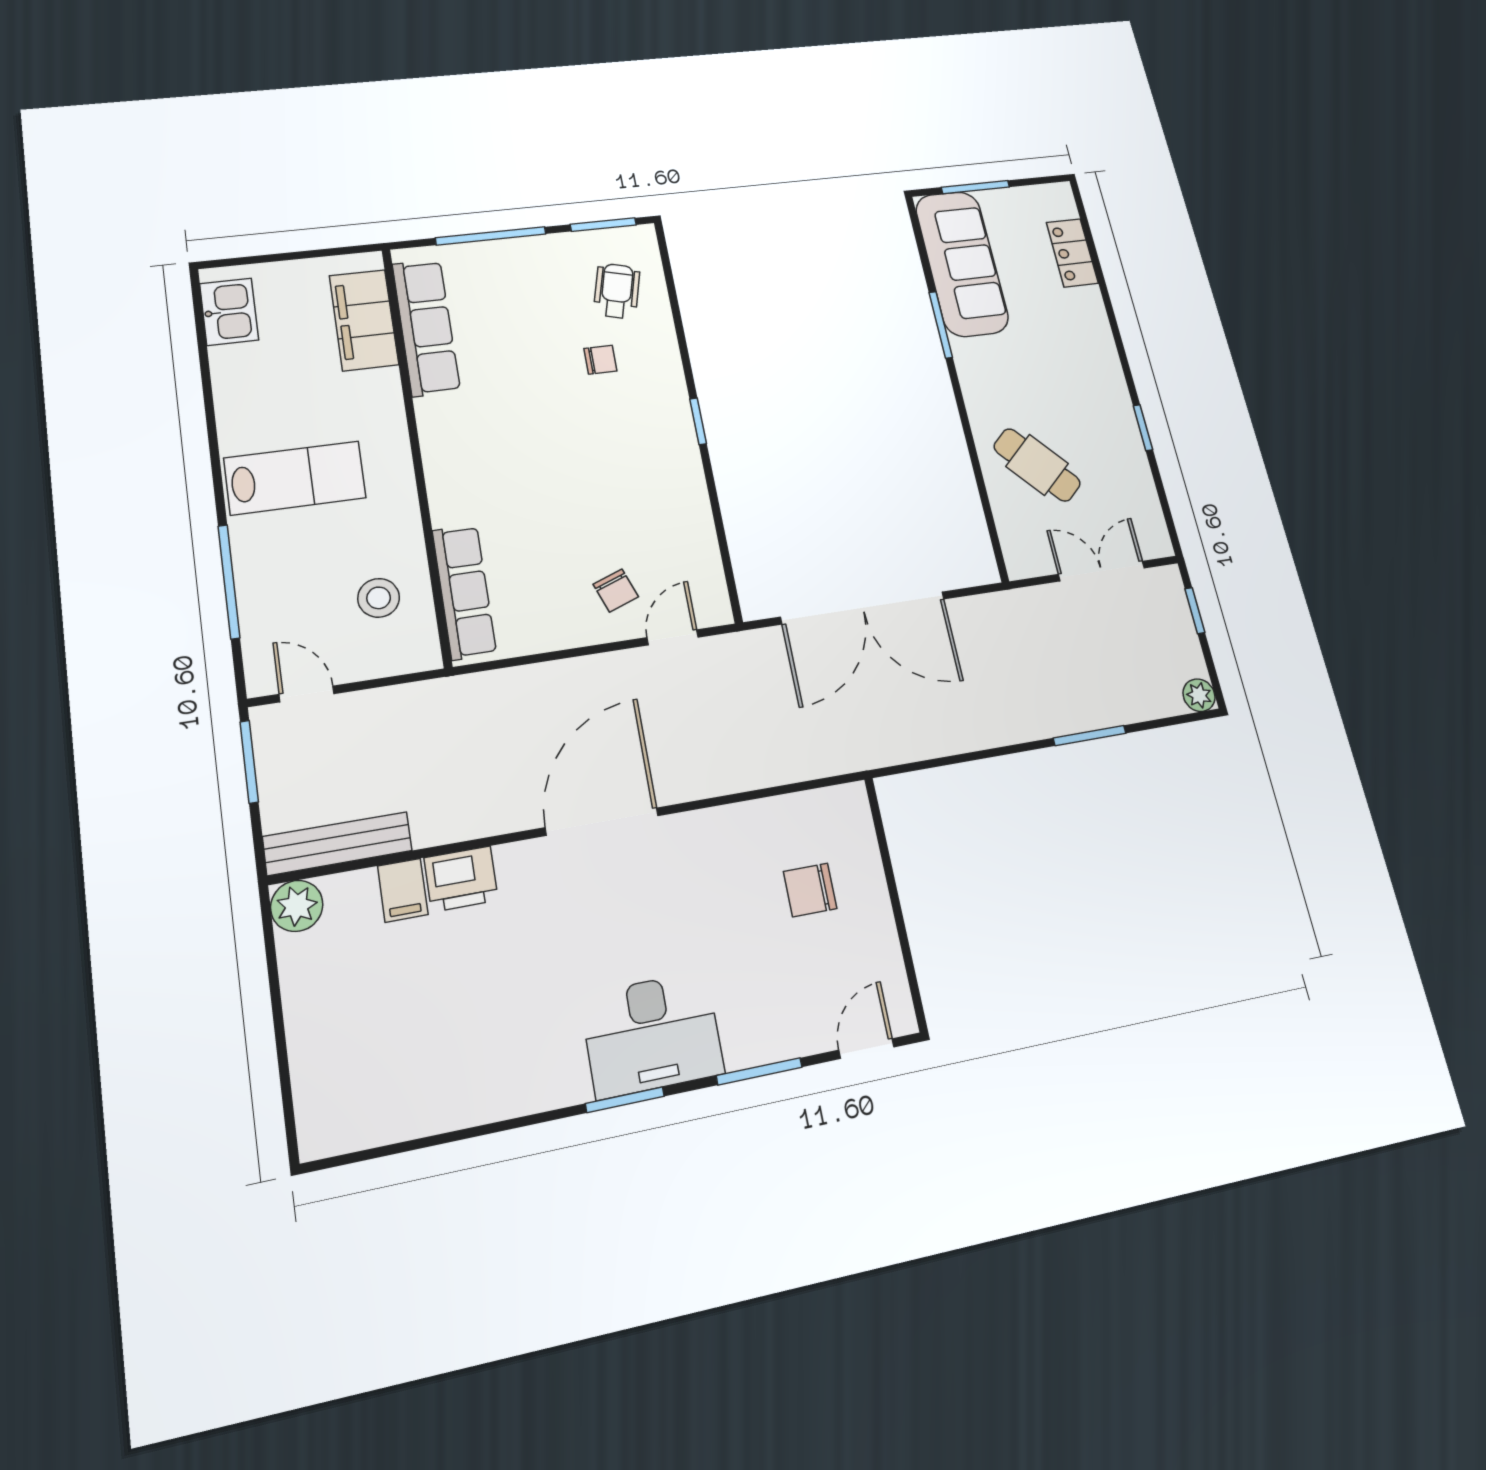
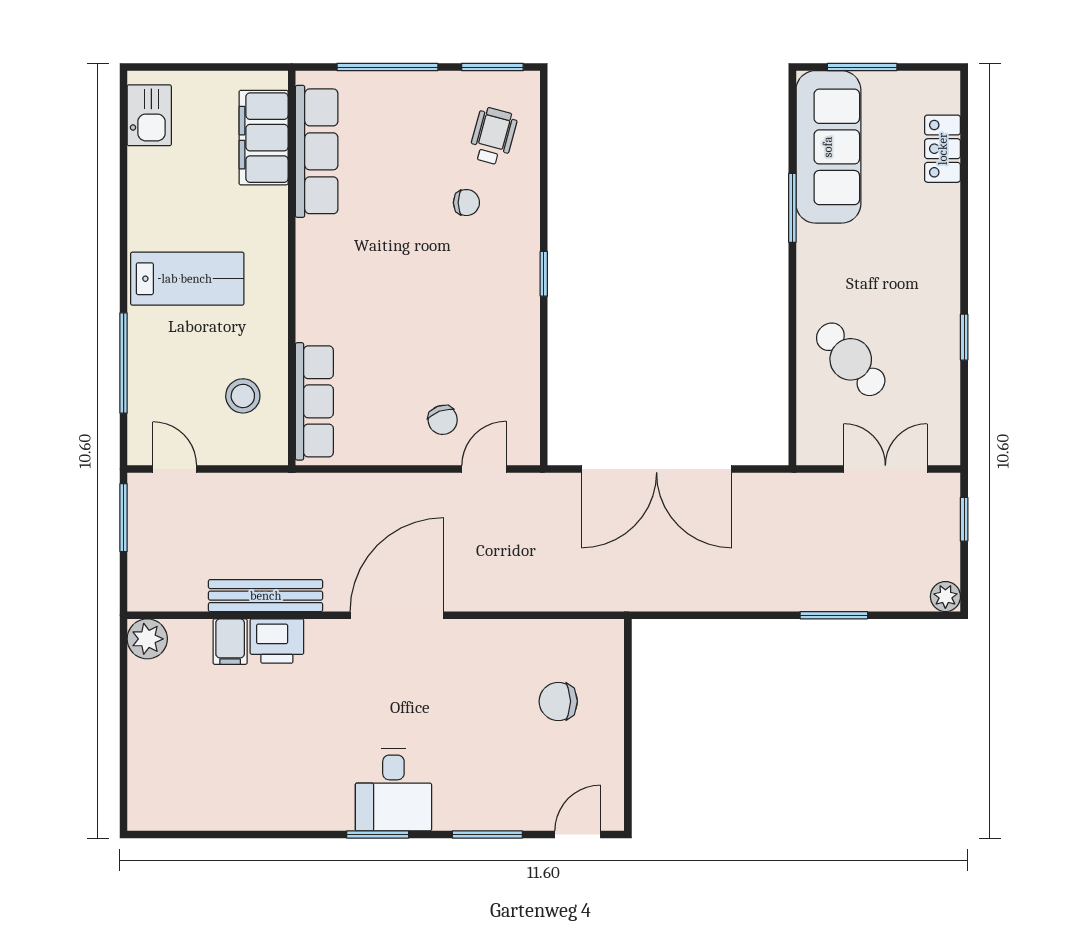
bench: (337, 844) -> (266, 596), moved
desk: (652, 1034) -> (393, 790), width x0.73

